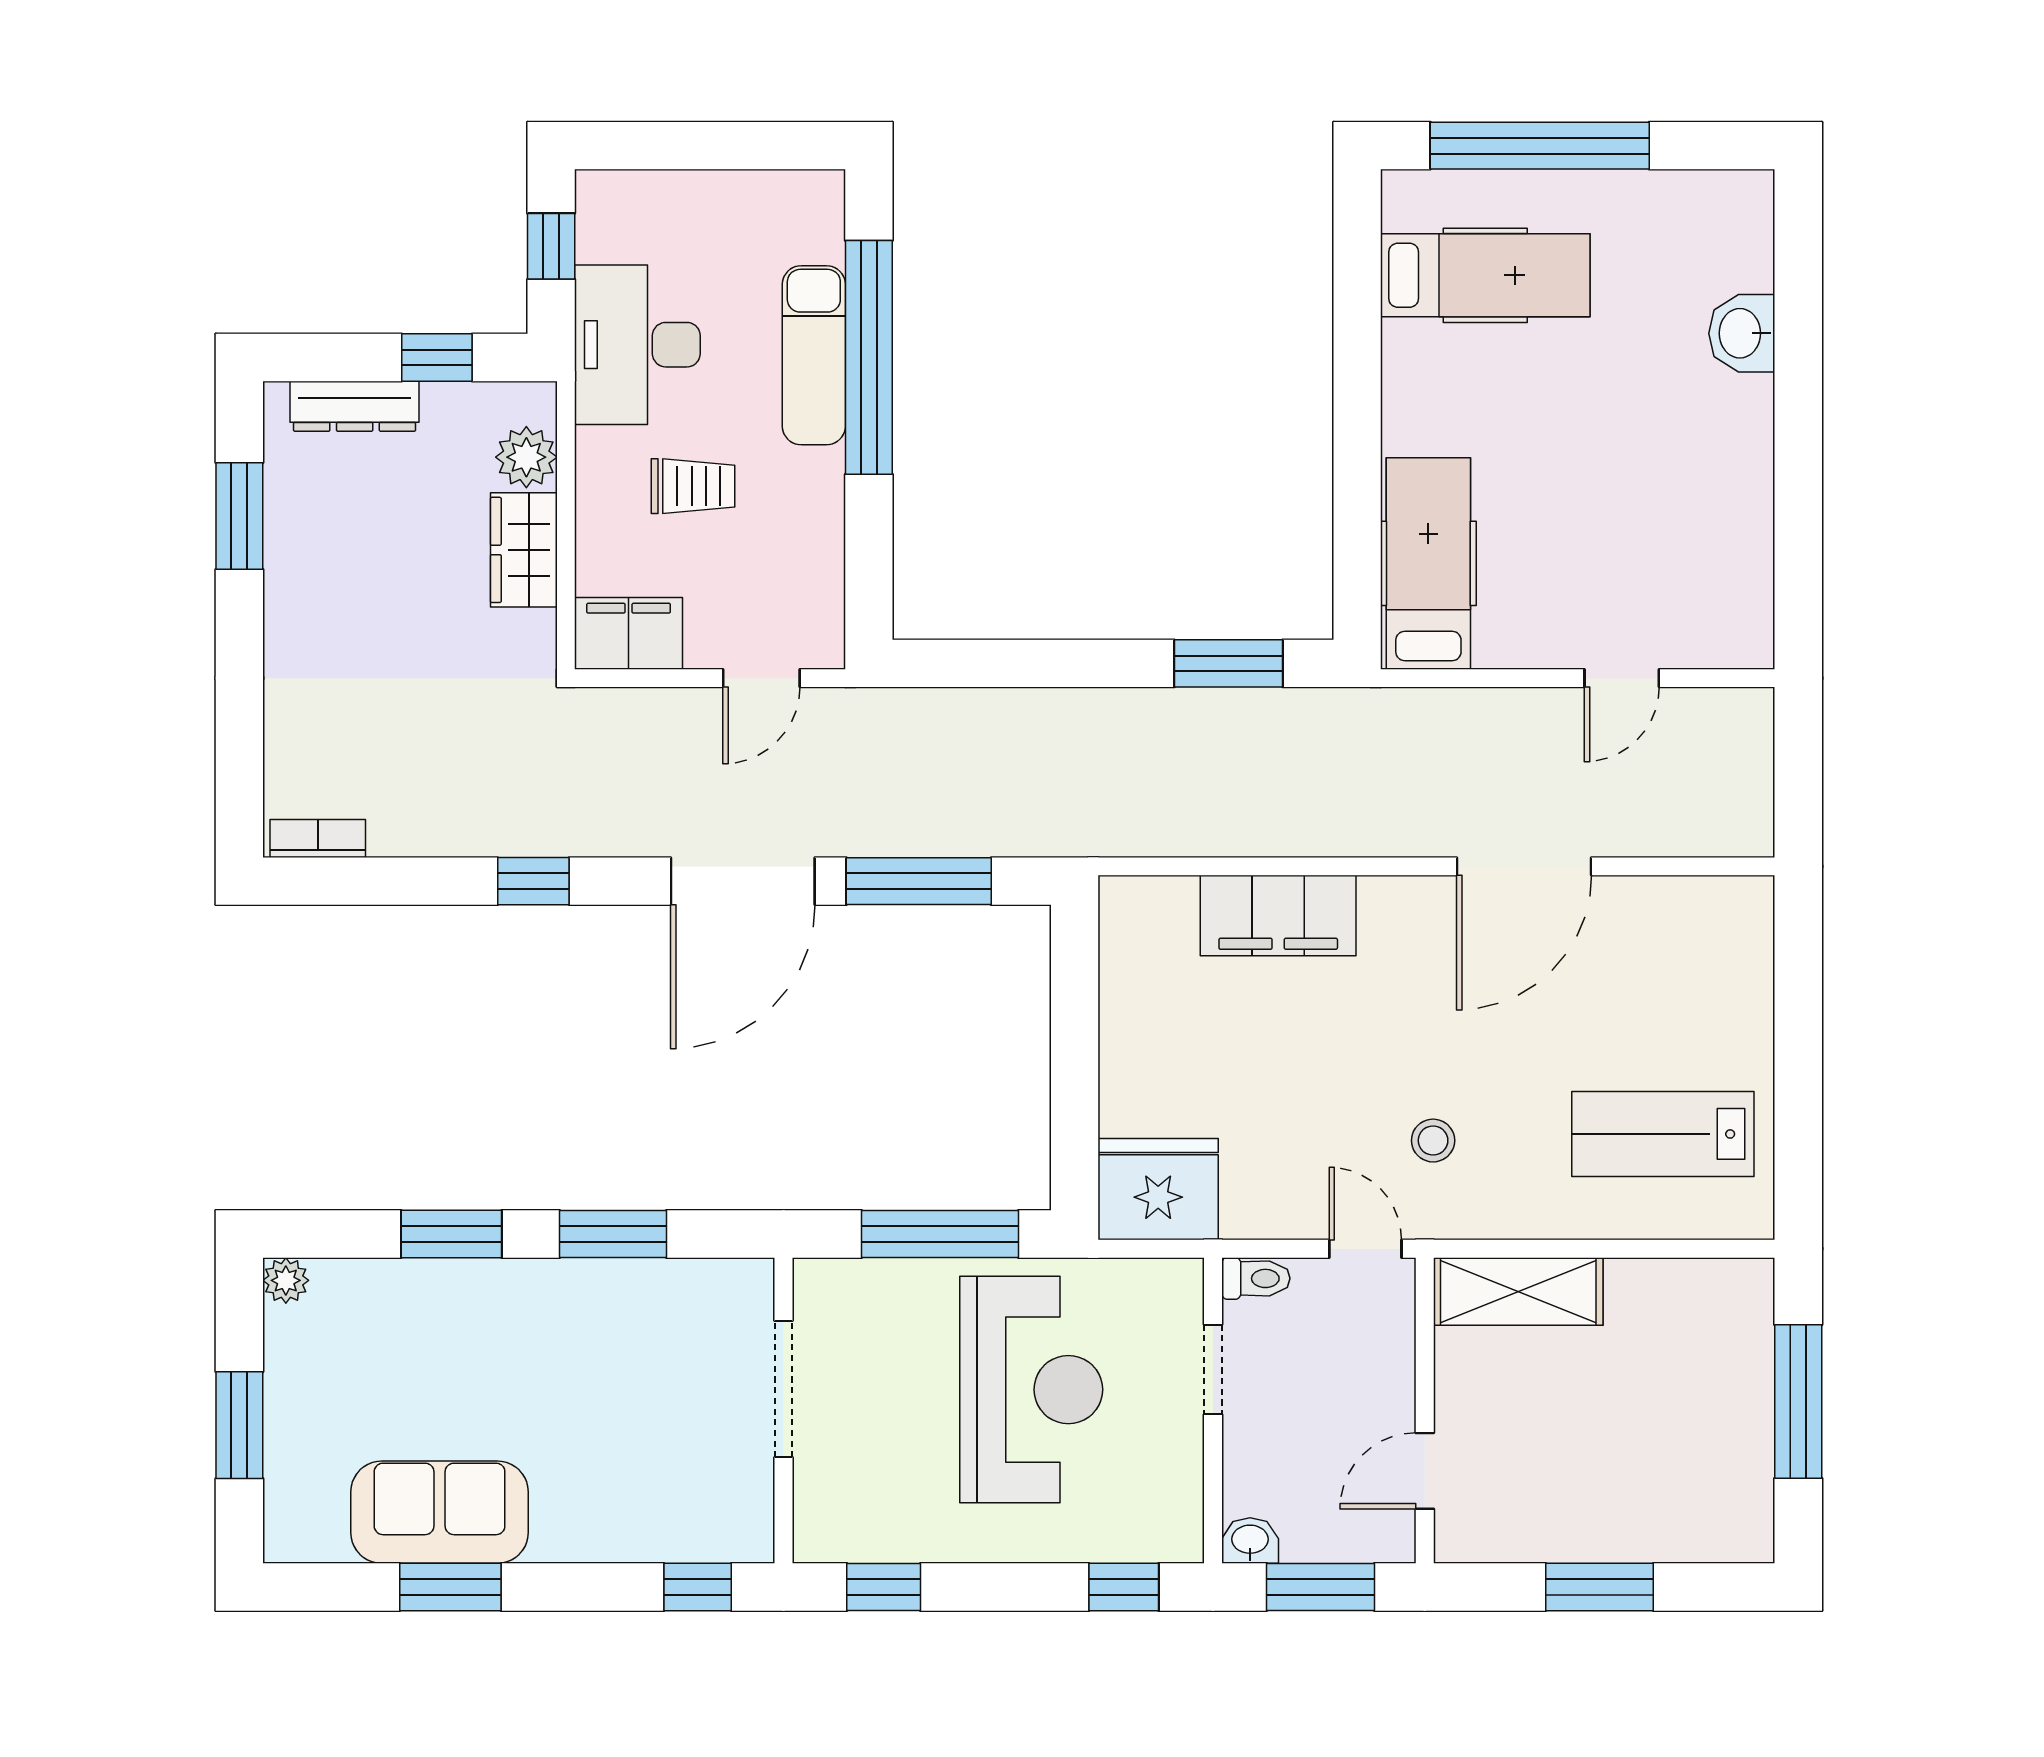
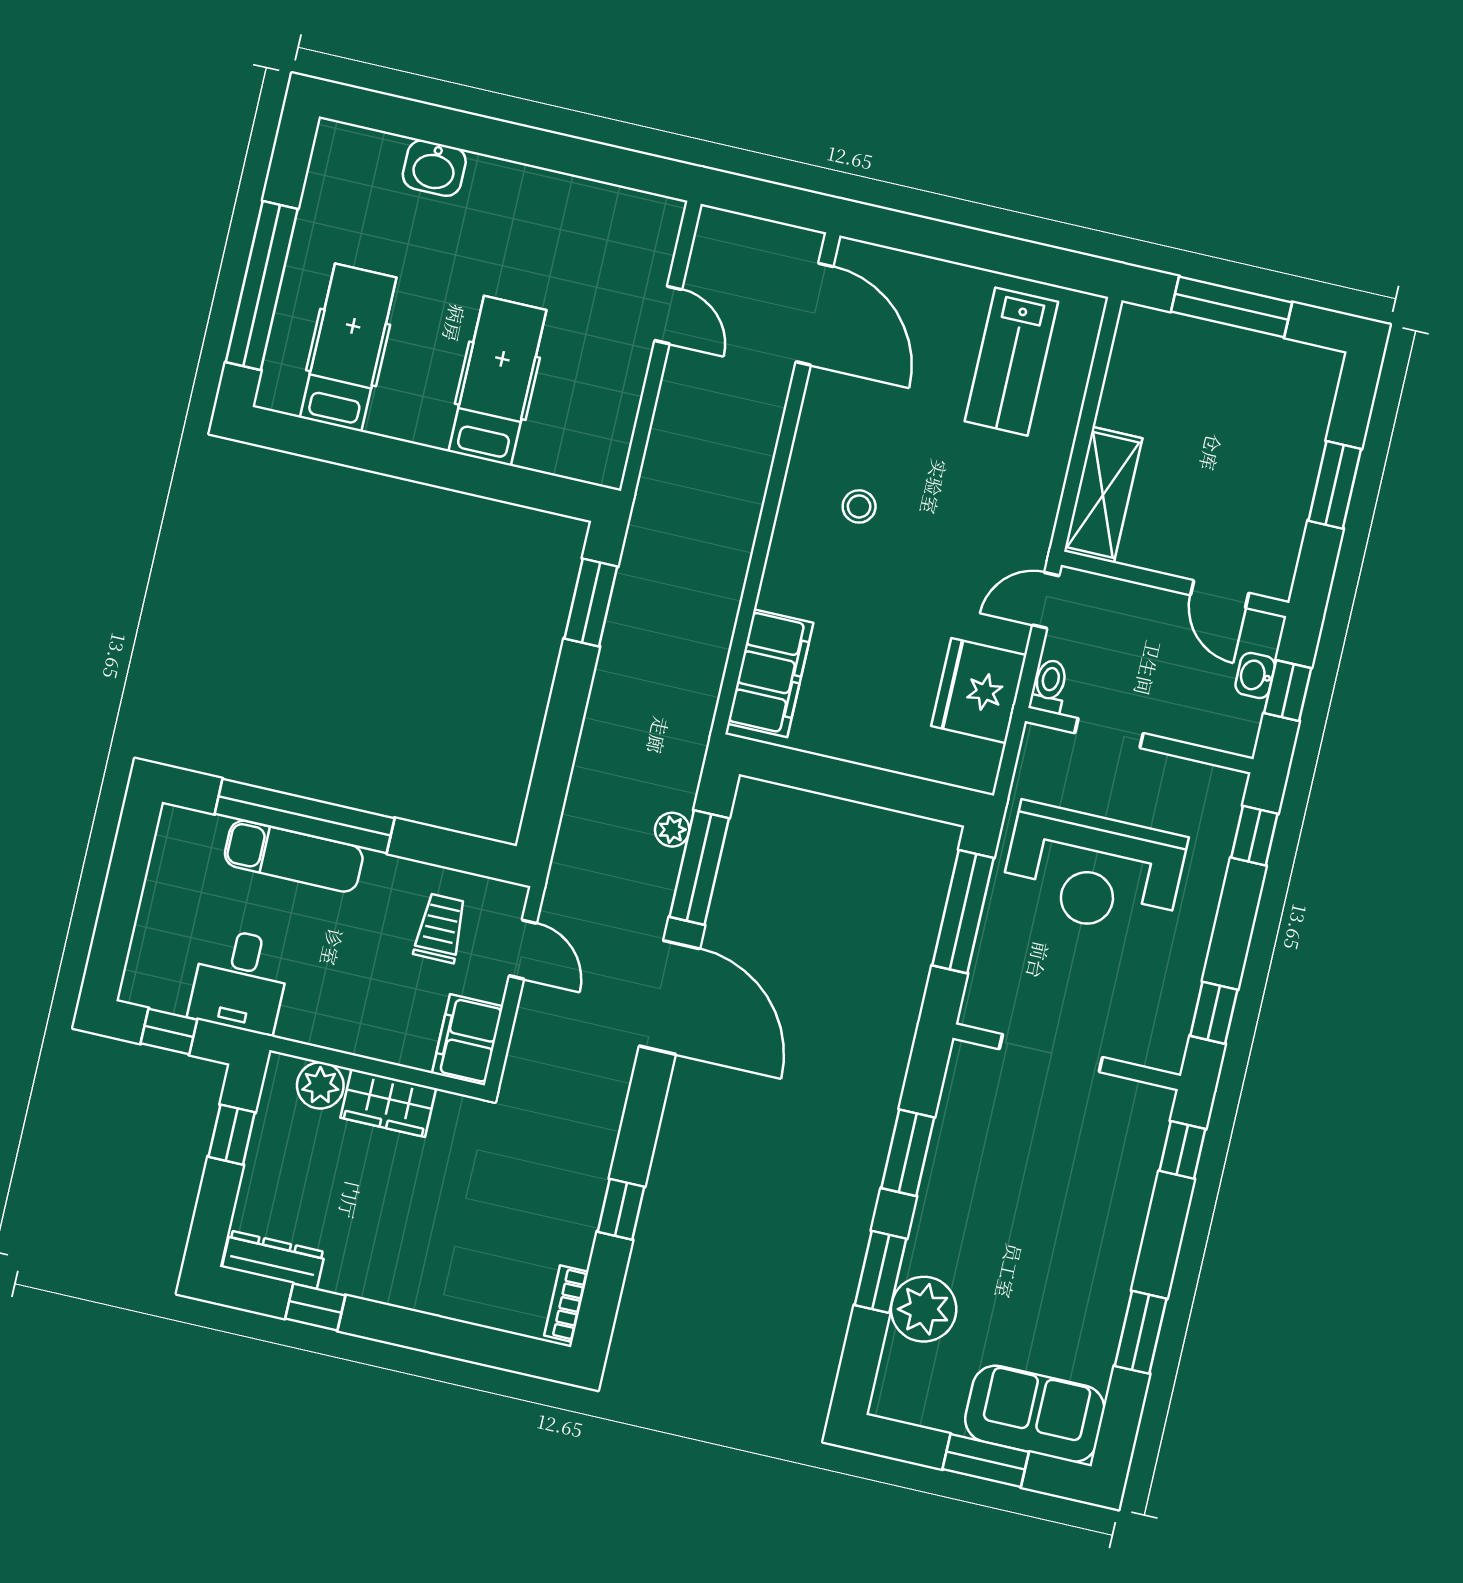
desk: (637, 345) -> (240, 981), width x0.73
dresser: (355, 406) -> (274, 1260), moved, turned -90
trolley: (693, 486) -> (440, 928), moved
window: (239, 516) -> (315, 1307), width x0.67
hospital bed: (1428, 563) -> (497, 381), moved, turned 90
plant: (960, 835) -> (672, 830), added
door: (1524, 866) -> (815, 314), moved
window: (533, 881) -> (621, 1209), moved
filing cabinet: (1278, 916) -> (770, 673), moved
stool: (1433, 1141) -> (859, 506), moved
fridge: (1158, 1189) -> (979, 691), moved
plant: (286, 1280) -> (924, 1309), moved, width x1.87, depth x1.87
reception desk: (1031, 1390) -> (1093, 871), turned 180
sofa: (440, 1512) -> (1035, 1414), moved, turned 90
washbasin: (1250, 1541) -> (1255, 675), moved
window: (1321, 1587) -> (1288, 691), width x0.67

